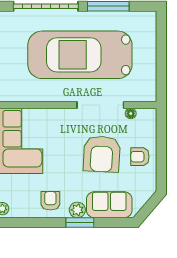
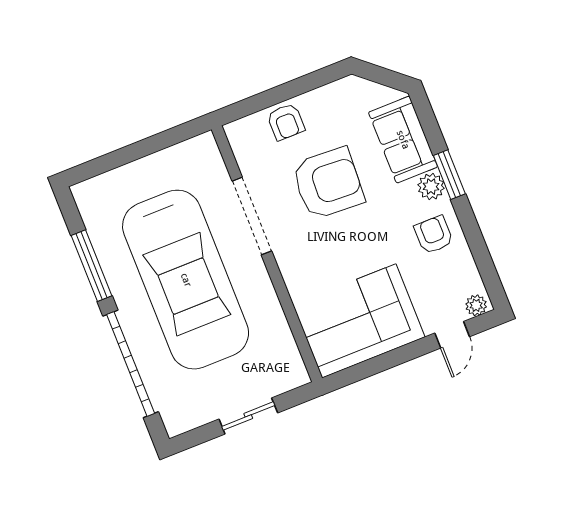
floor lamp: (131, 113) -> (246, 163), removed
armchair: (140, 157) -> (286, 122), moved
armchair: (50, 201) -> (434, 235), turned 90

